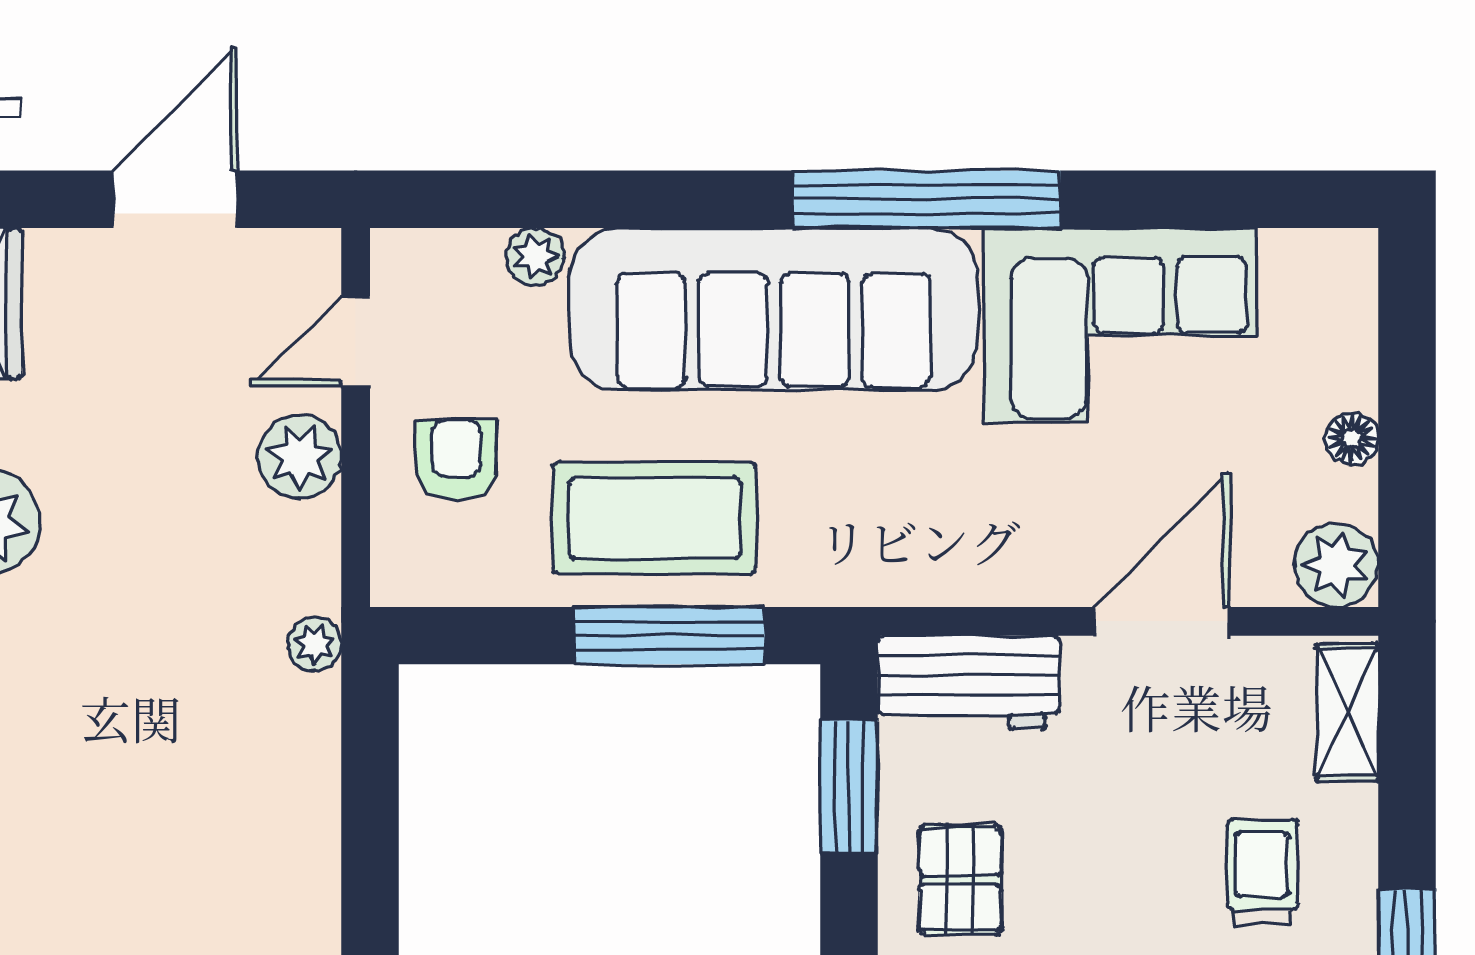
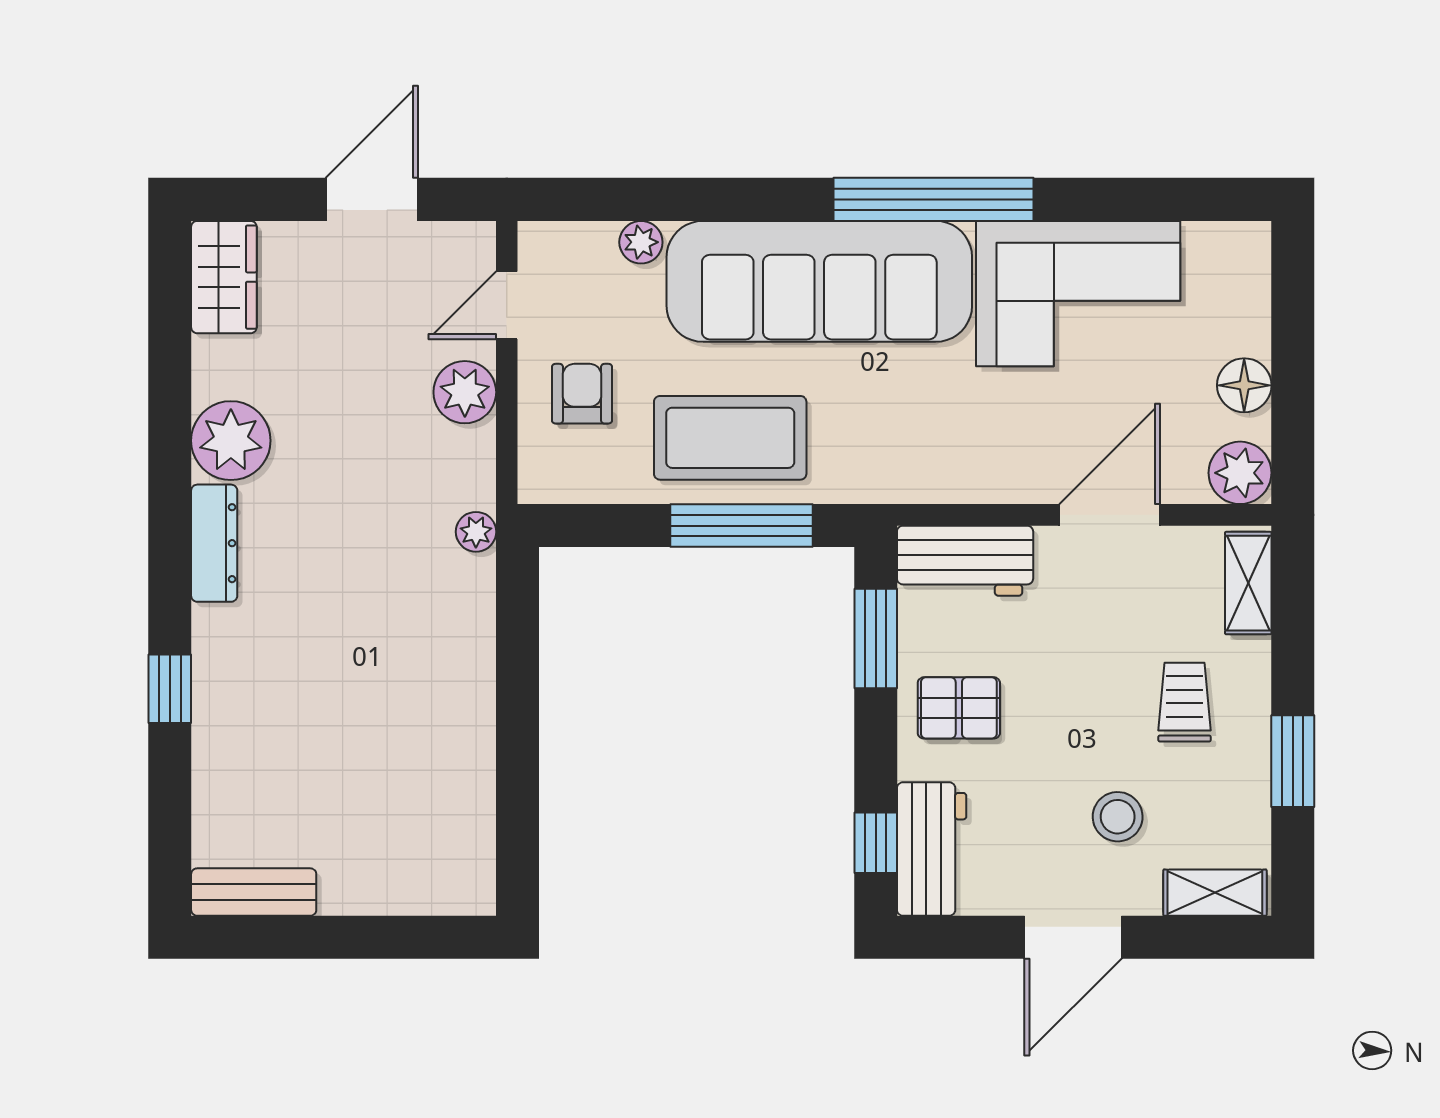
floor lamp: (1352, 438) -> (1244, 385), width x1.37, depth x1.37
pallet: (960, 880) -> (959, 708), turned 90

